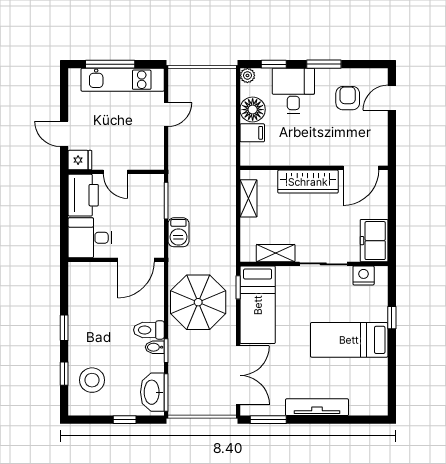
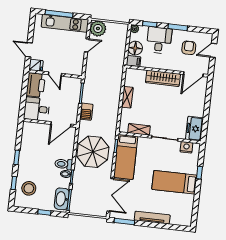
plant: (182, 82) -> (98, 28), added
wall: (314, 168) -> (167, 71), moved
door: (361, 168) -> (193, 74), moved
wardrobe: (308, 182) -> (163, 78), moved

